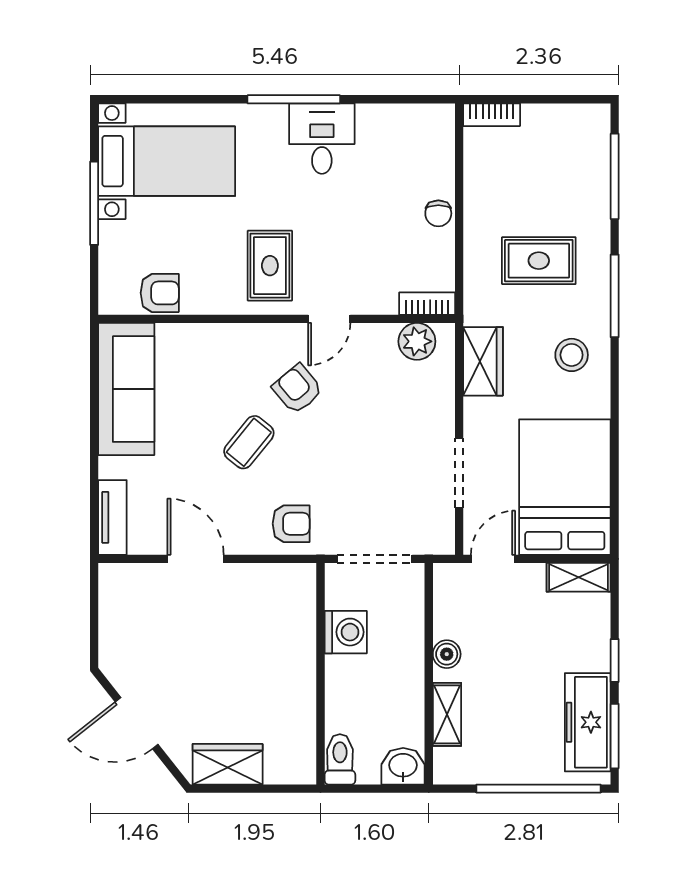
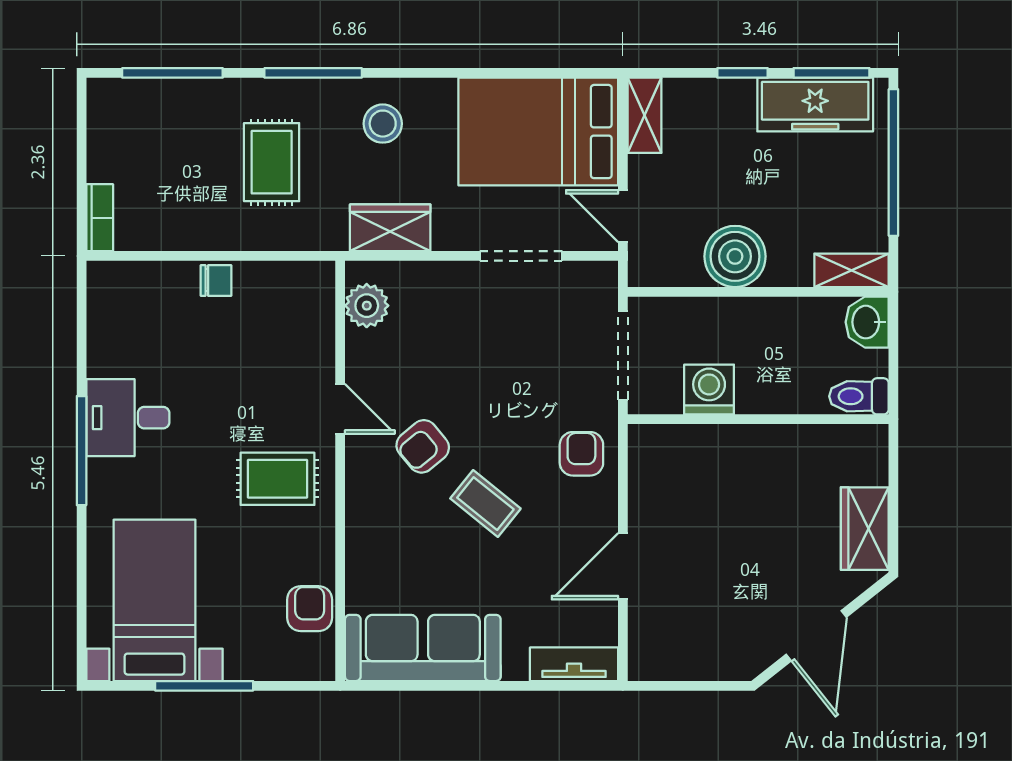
bookcase: (427, 304) -> (322, 294), removed
boiler: (447, 654) -> (735, 256), width x1.86, depth x1.86
shelving: (447, 714) -> (852, 270), moved

